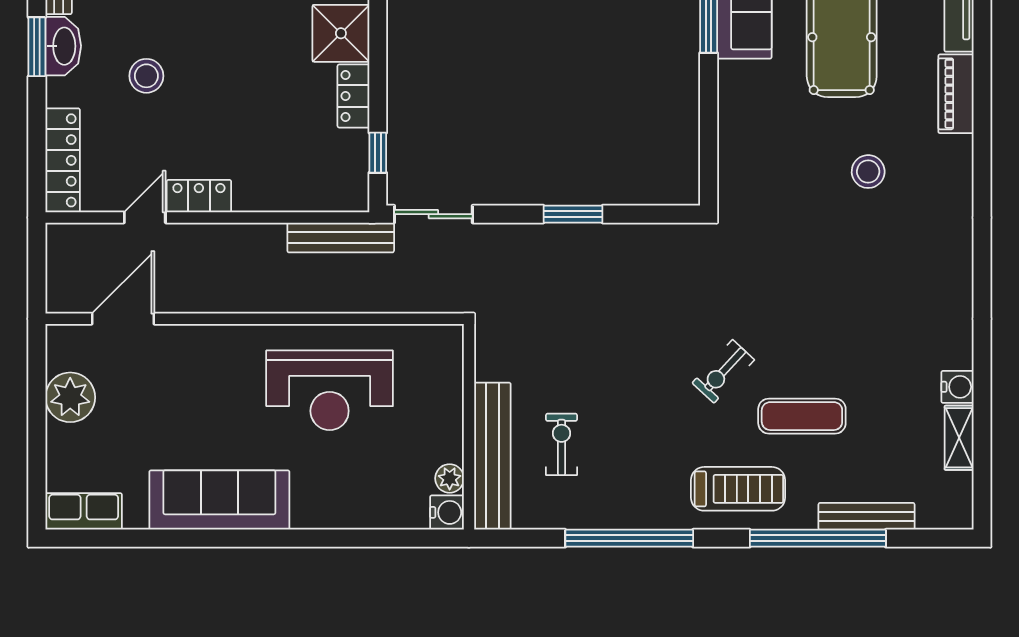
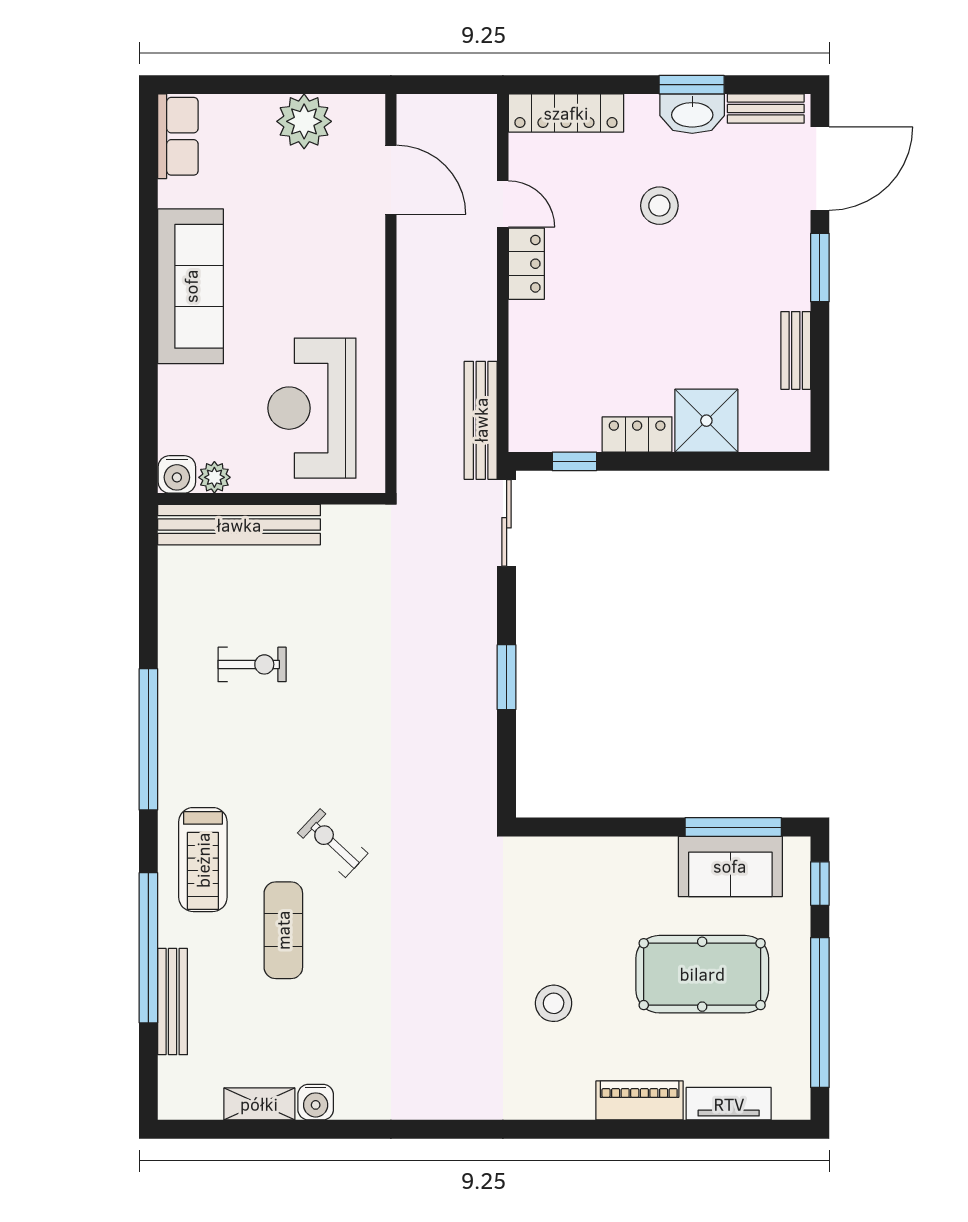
wall: (469, 427) -> (271, 499), moved
bench: (492, 456) -> (239, 525), moved
plant: (450, 478) -> (214, 477), moved
water cooler: (447, 512) -> (177, 474), moved

